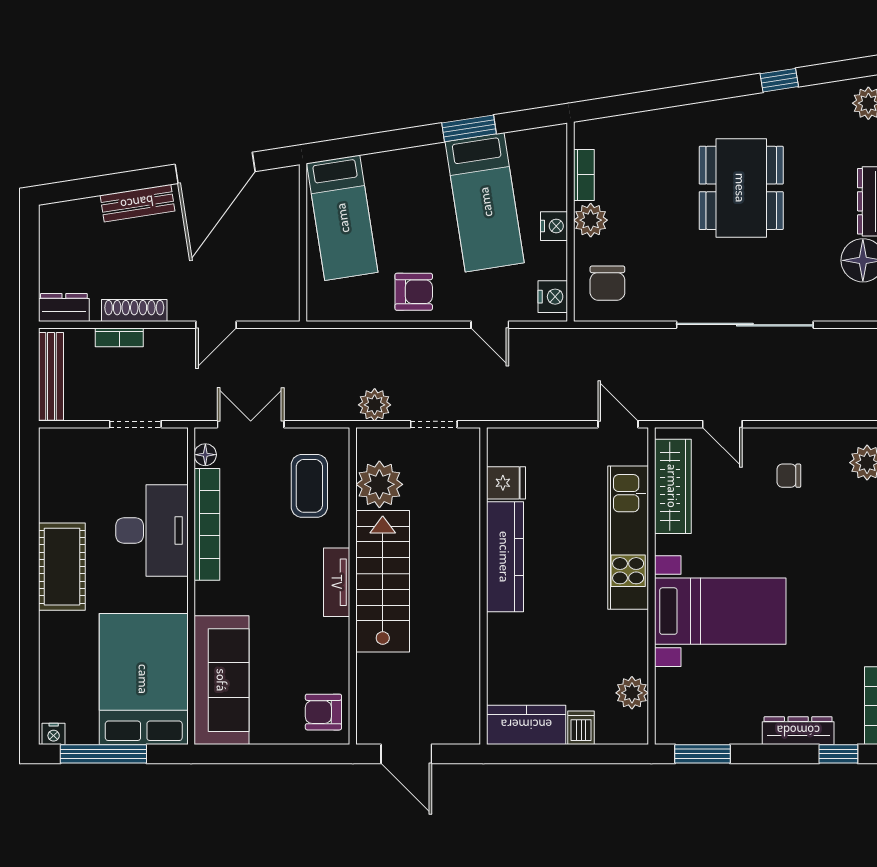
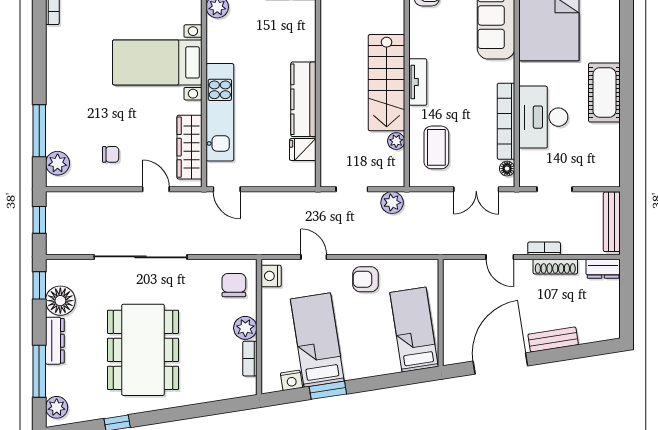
dining table: (741, 188) -> (143, 350), width x1.36, depth x1.24
nightstand: (554, 226) -> (291, 380), moved, turned -99
door: (216, 325) -> (500, 257), swing flipped
bookcase: (119, 337) -> (544, 248), moved
plant: (379, 484) -> (396, 141), width x0.53, depth x0.53

